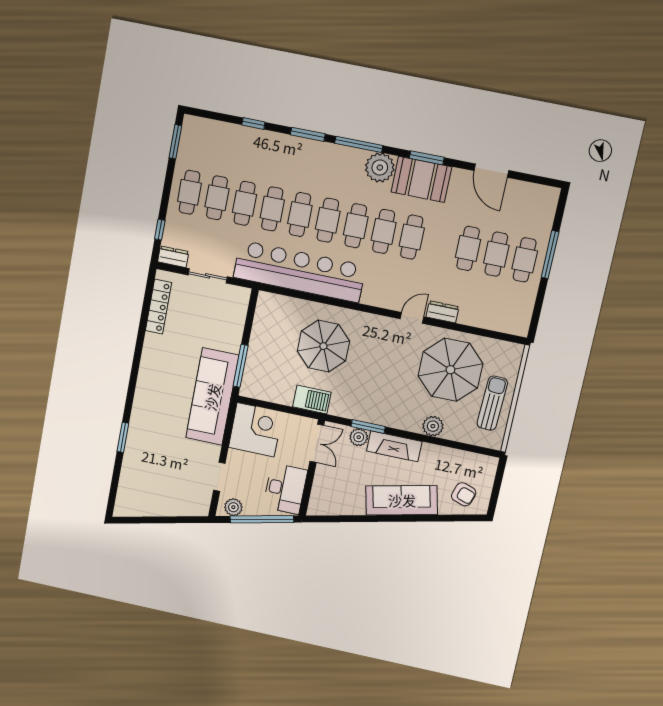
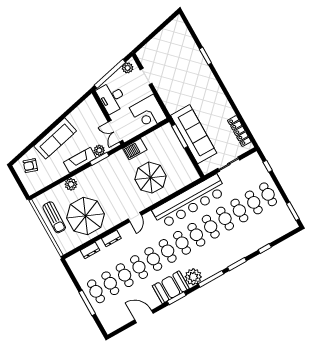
cafe table: (440, 243) -> (139, 267), added
dresser: (173, 257) -> (90, 250), moved
door: (412, 318) -> (135, 217), moved
sofa: (212, 397) -> (194, 134), moved

